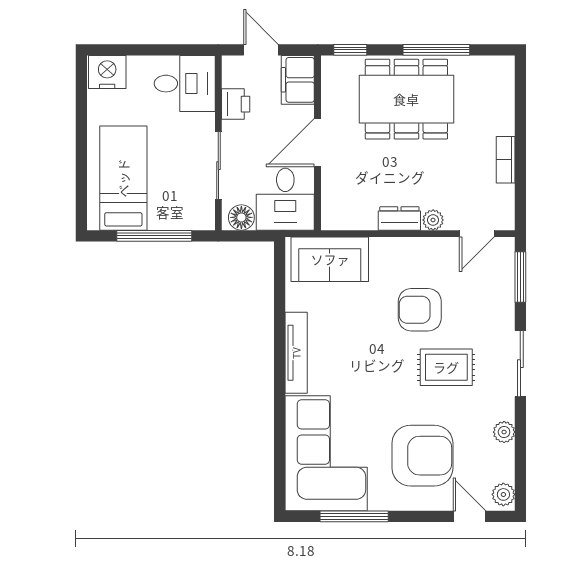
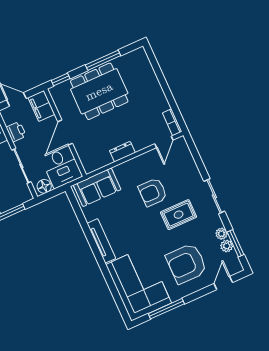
bookcase: (506, 160) -> (172, 122), moved
plant: (433, 220) -> (139, 145), removed
window: (520, 277) -> (236, 243), moved
armchair: (422, 456) -> (186, 263), turned 180
plant: (503, 494) -> (227, 246), moved
door: (469, 516) -> (223, 283), hinge flipped

